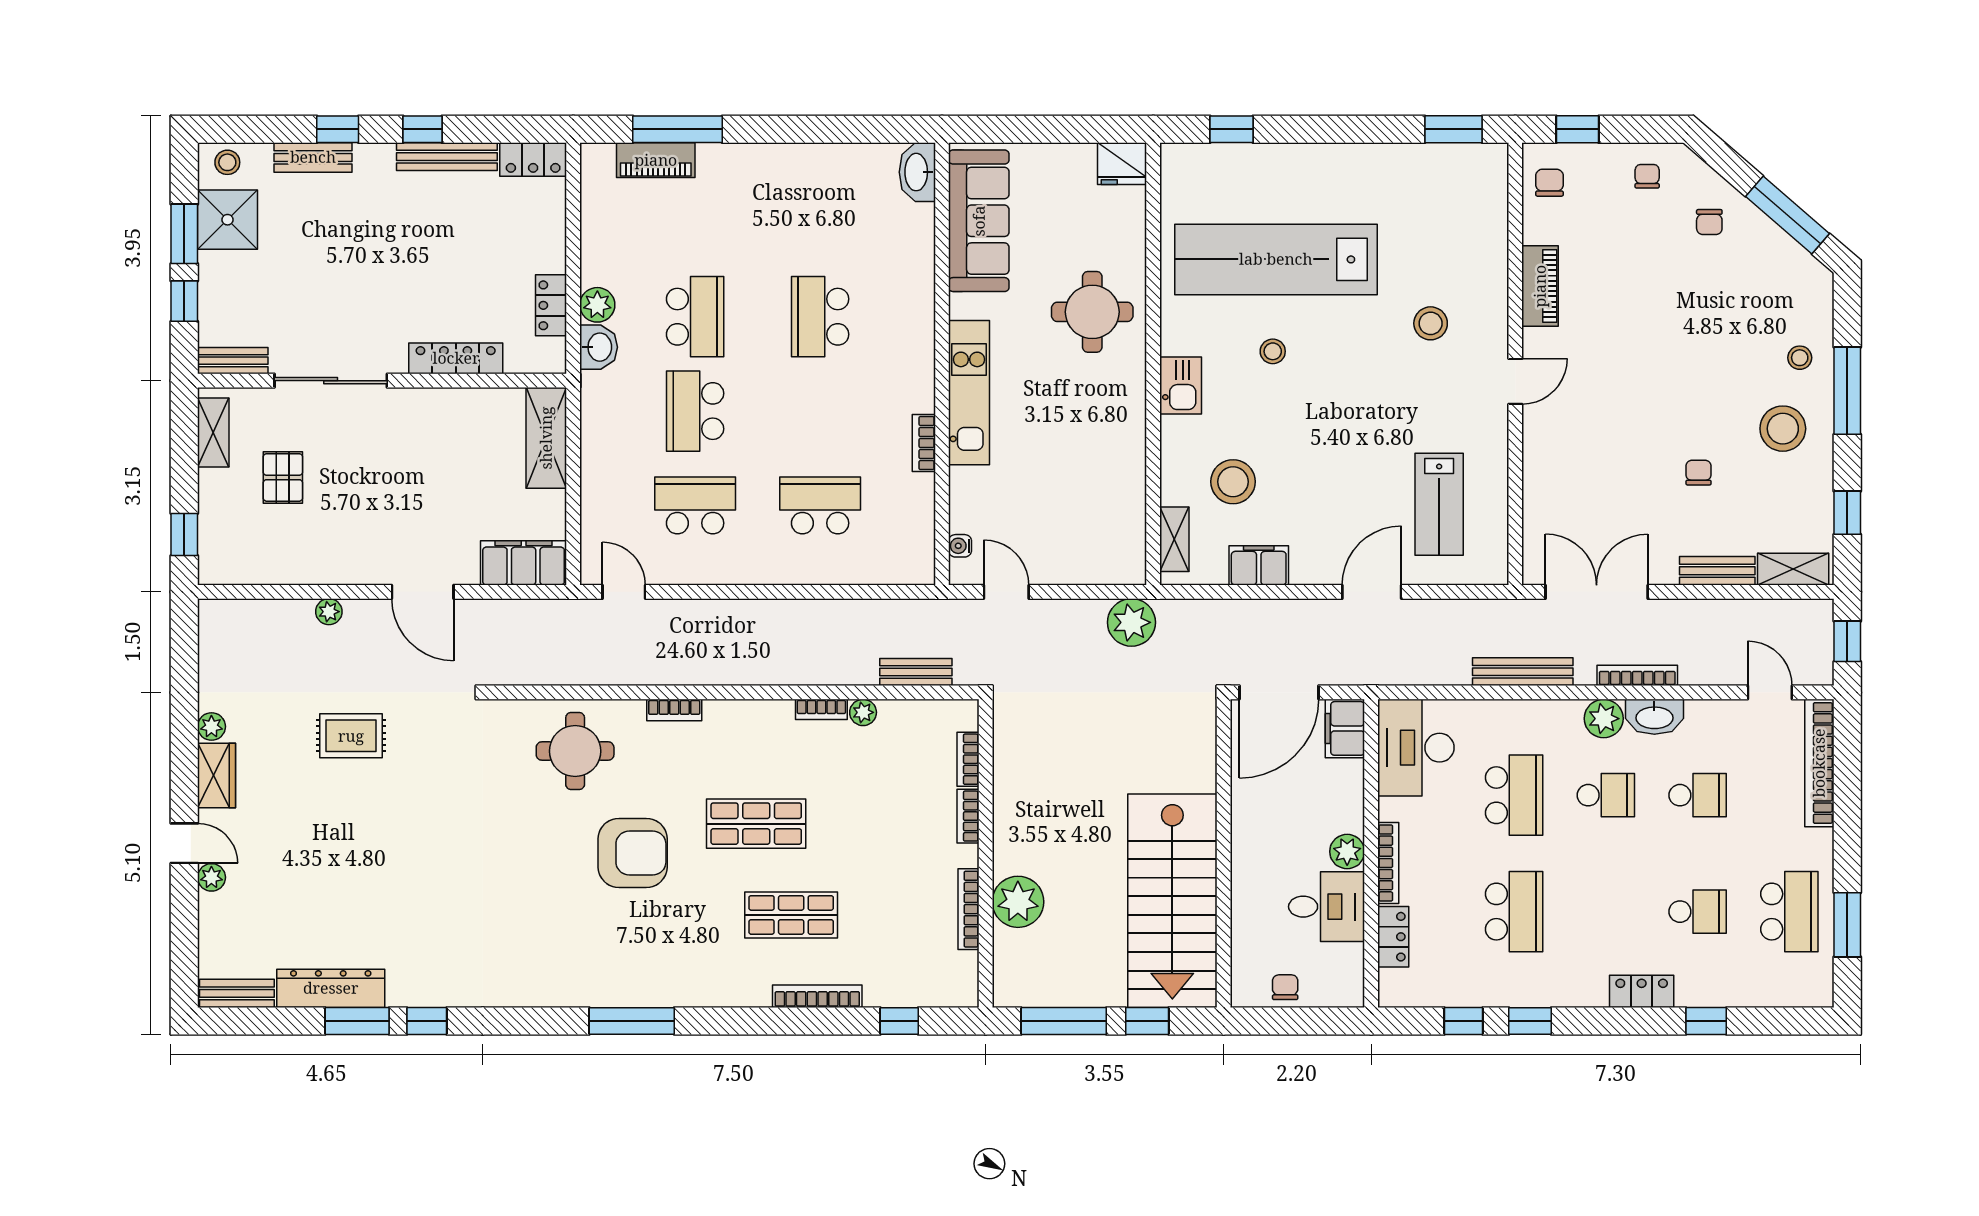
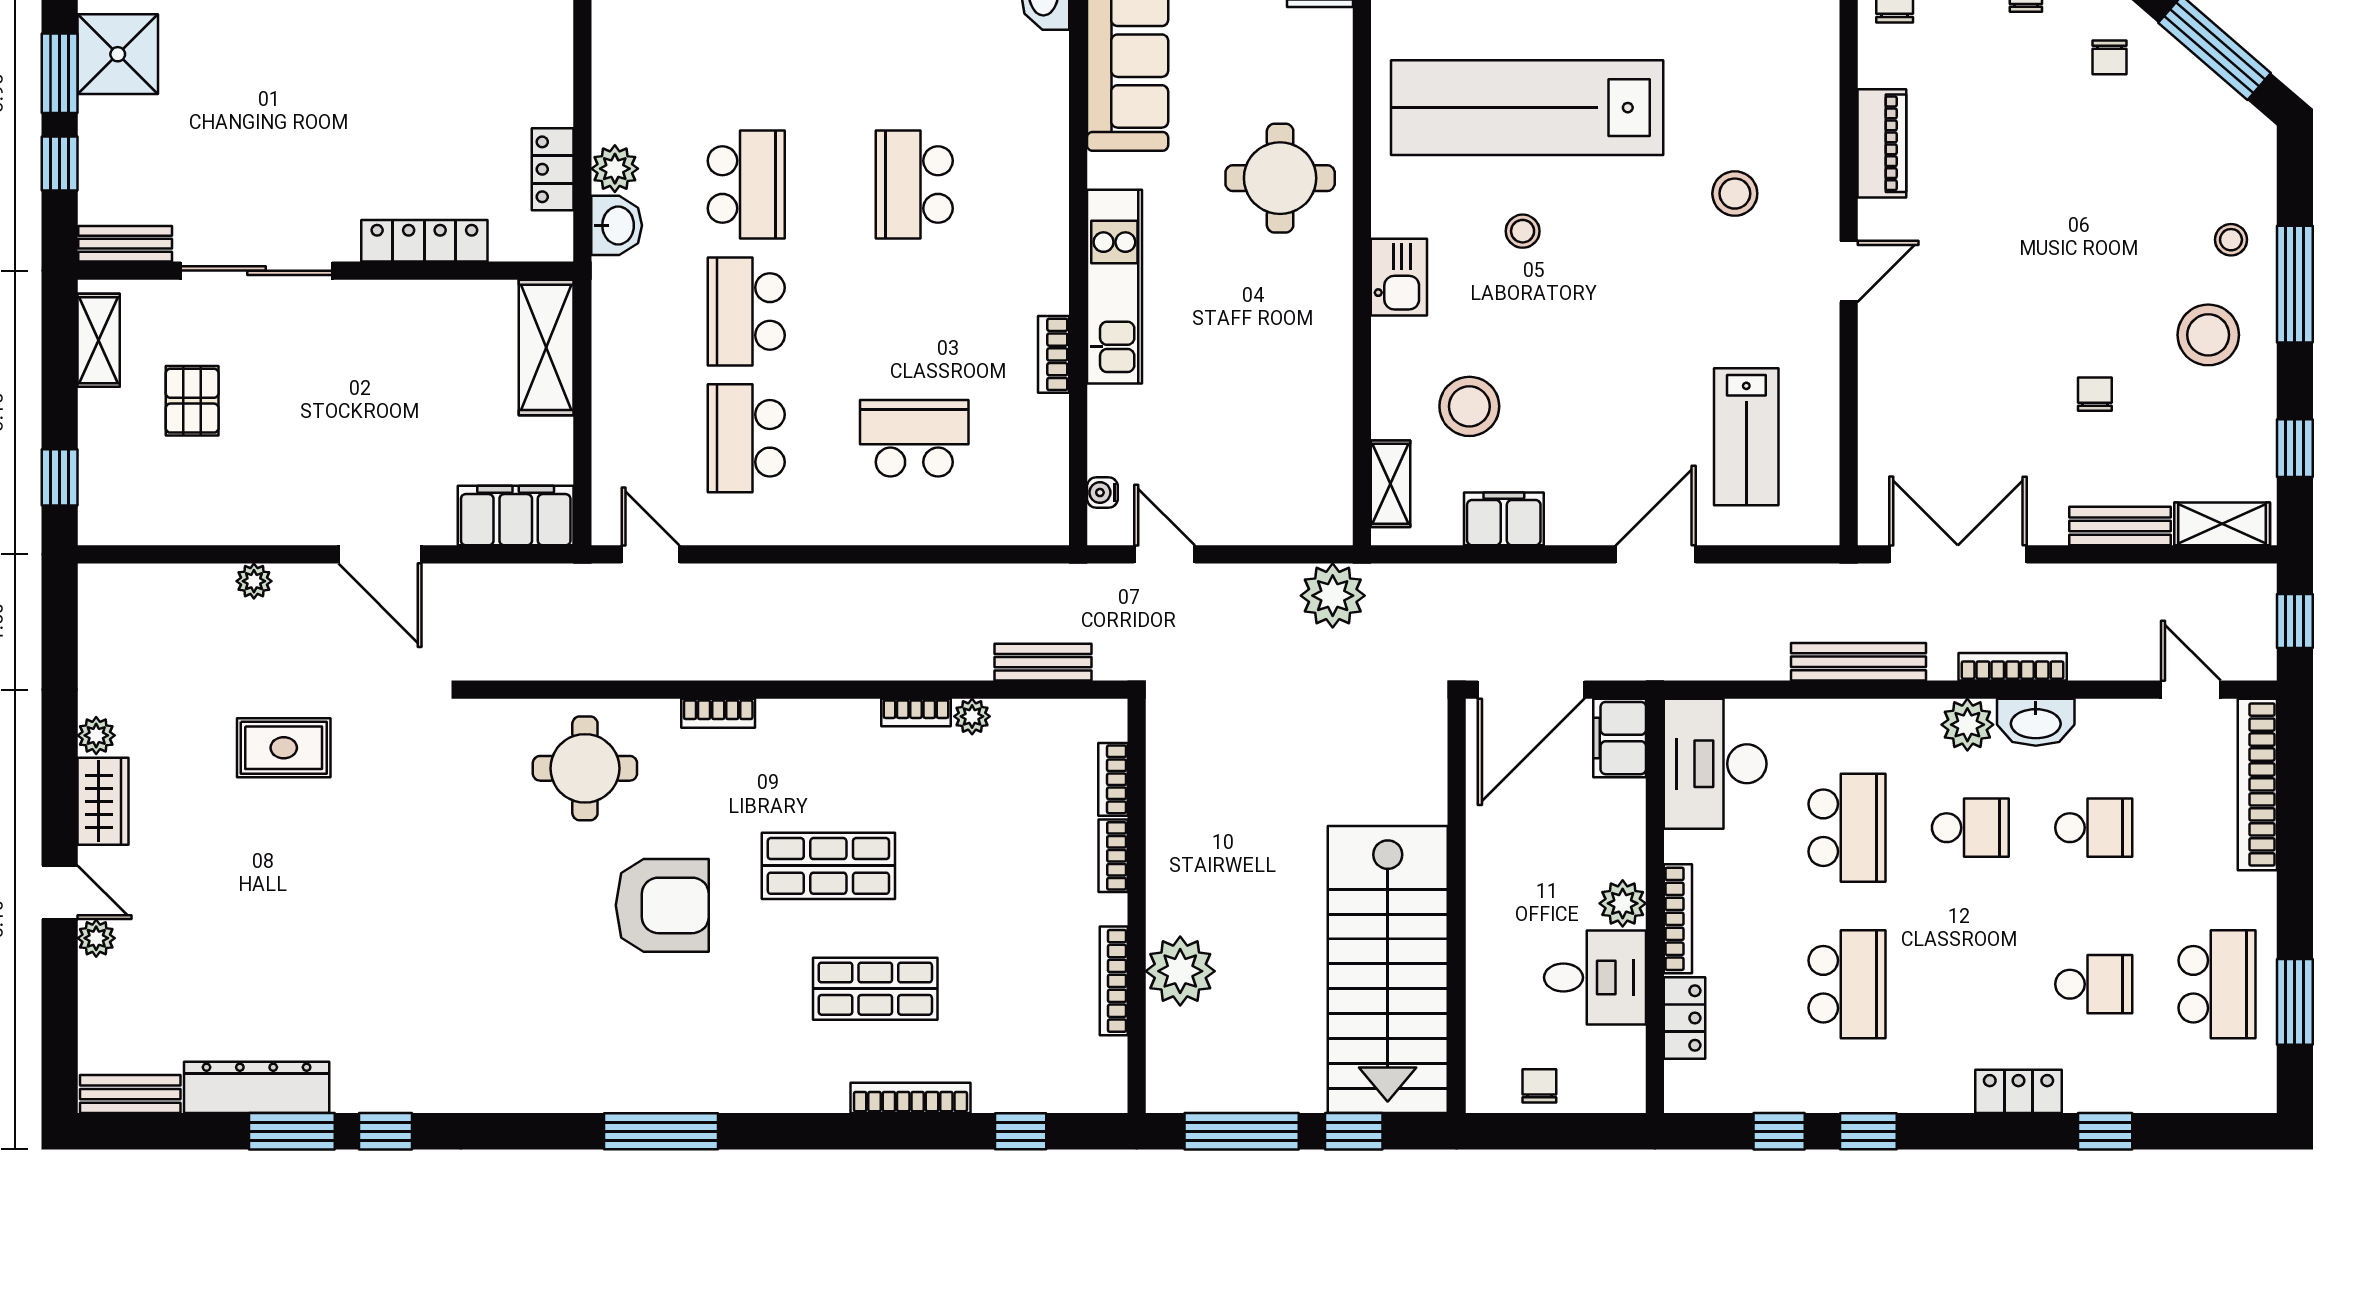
school desk: (695, 505) -> (746, 438), turned -90

